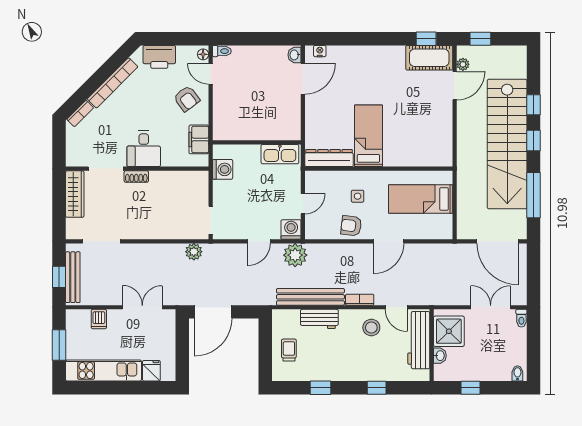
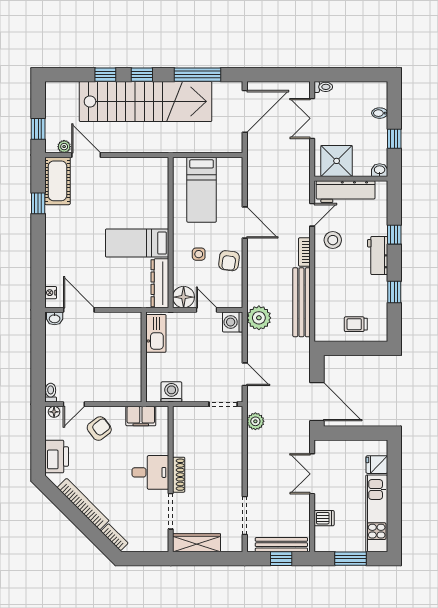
window: (426, 39) -> (38, 203), moved
shoe rack: (136, 177) -> (179, 475), width x1.43
floor lamp: (315, 181) -> (184, 297), added
door: (259, 241) -> (245, 374), moved
workbench: (319, 319) -> (378, 256), moved, turned 180
washbasin: (440, 356) -> (380, 170), moved
bidet: (517, 373) -> (380, 113), moved

